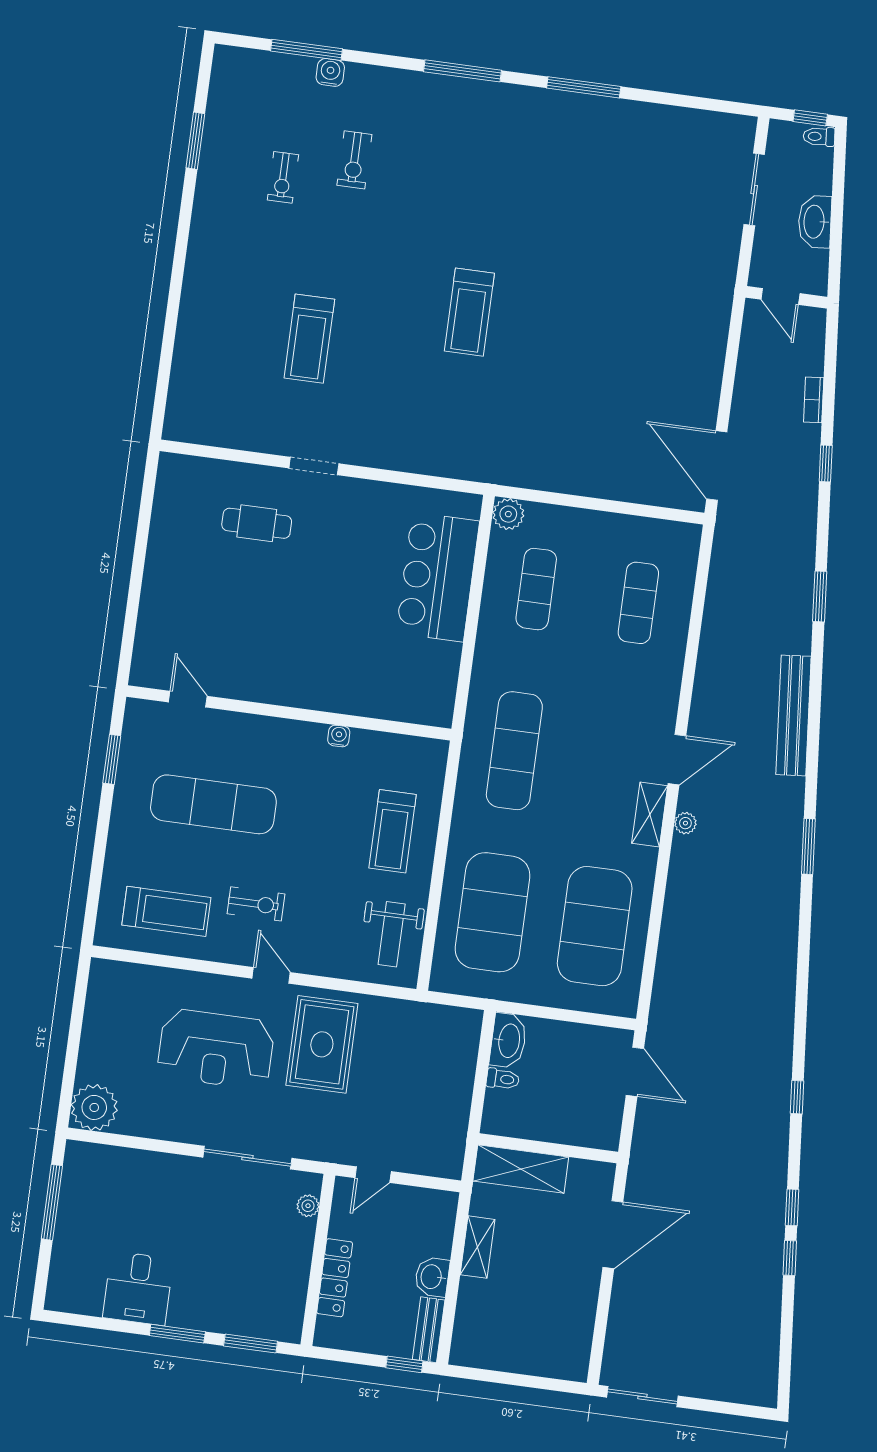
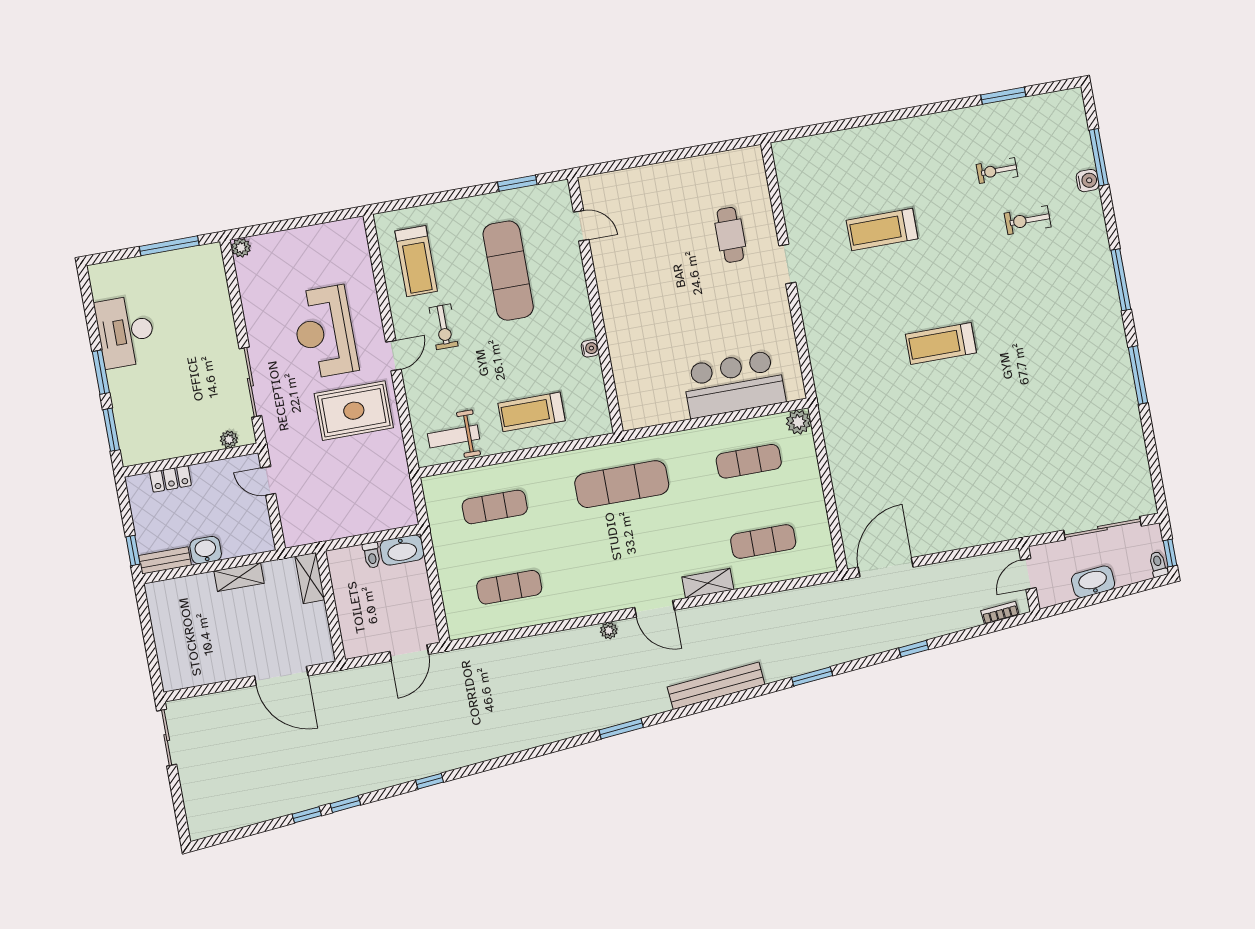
sliding door: (754, 190) -> (1102, 528), width x1.37
bookcase: (814, 400) -> (1000, 613), moved
door: (188, 699) -> (581, 226), hinge flipped
shelving: (650, 814) -> (708, 583), moved
exercise mat: (493, 912) -> (495, 507), width x0.50, depth x0.69
exercise mat: (595, 926) -> (509, 587), width x0.50, depth x0.69
plant: (94, 1107) -> (241, 248), width x0.53, depth x0.53
shelving: (521, 1169) -> (310, 578), width x0.67, depth x0.75
locker: (335, 1278) -> (171, 479), width x0.66
desk: (138, 1288) -> (126, 331), width x1.37

